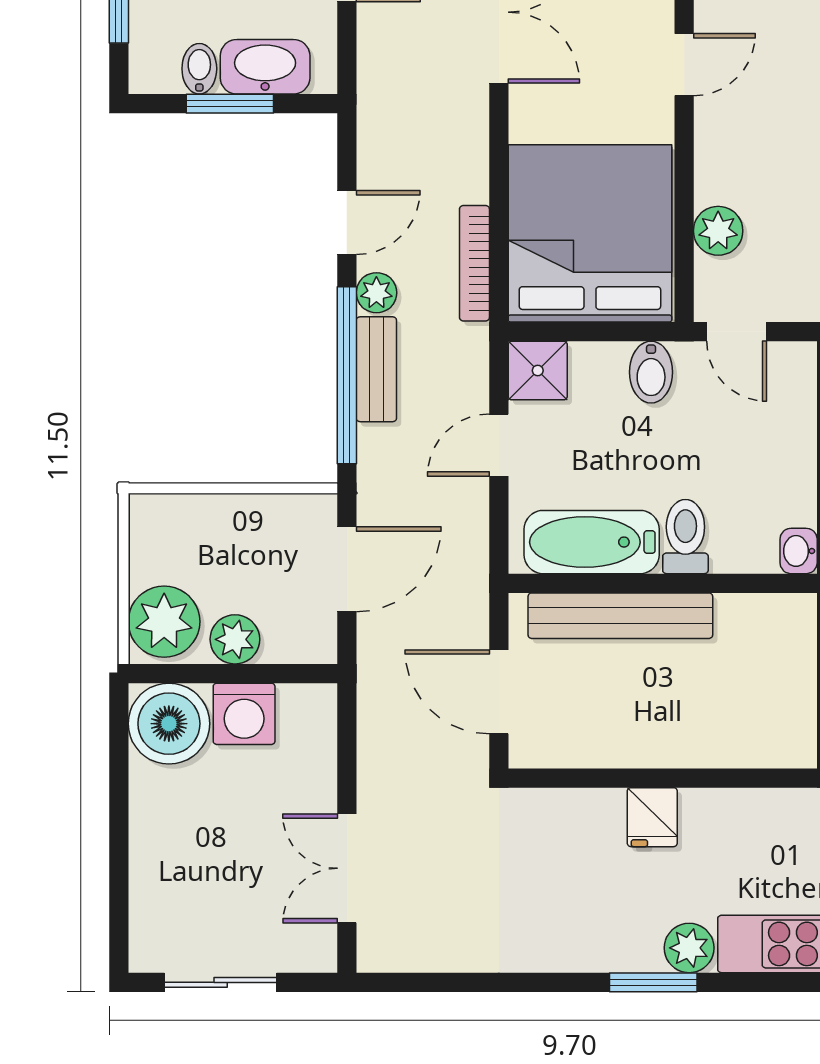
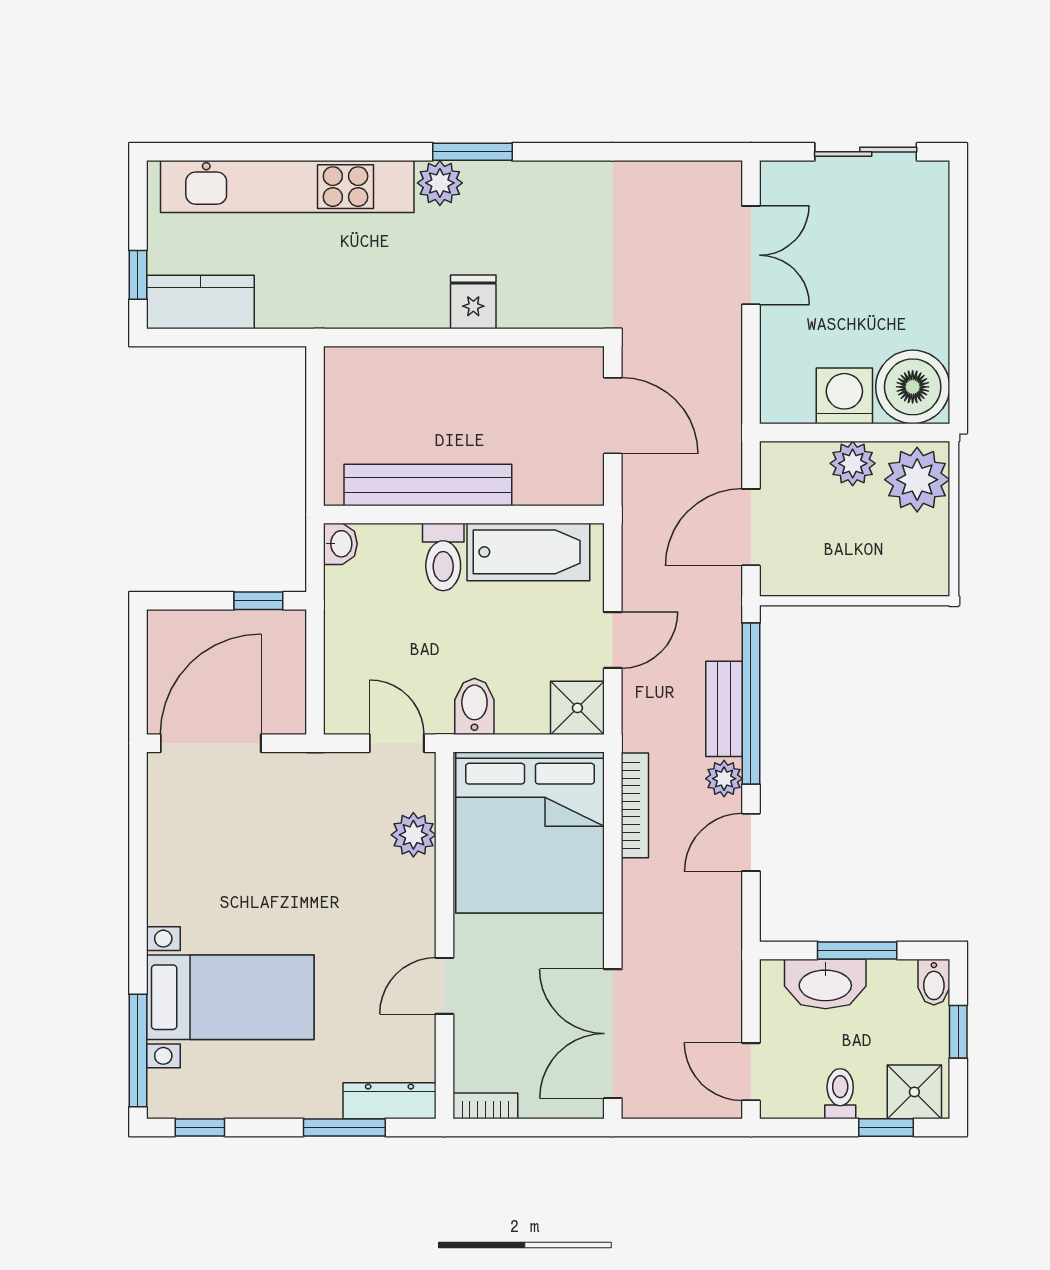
bidet: (199, 69) -> (934, 982), moved
bench: (620, 616) -> (428, 485), moved

